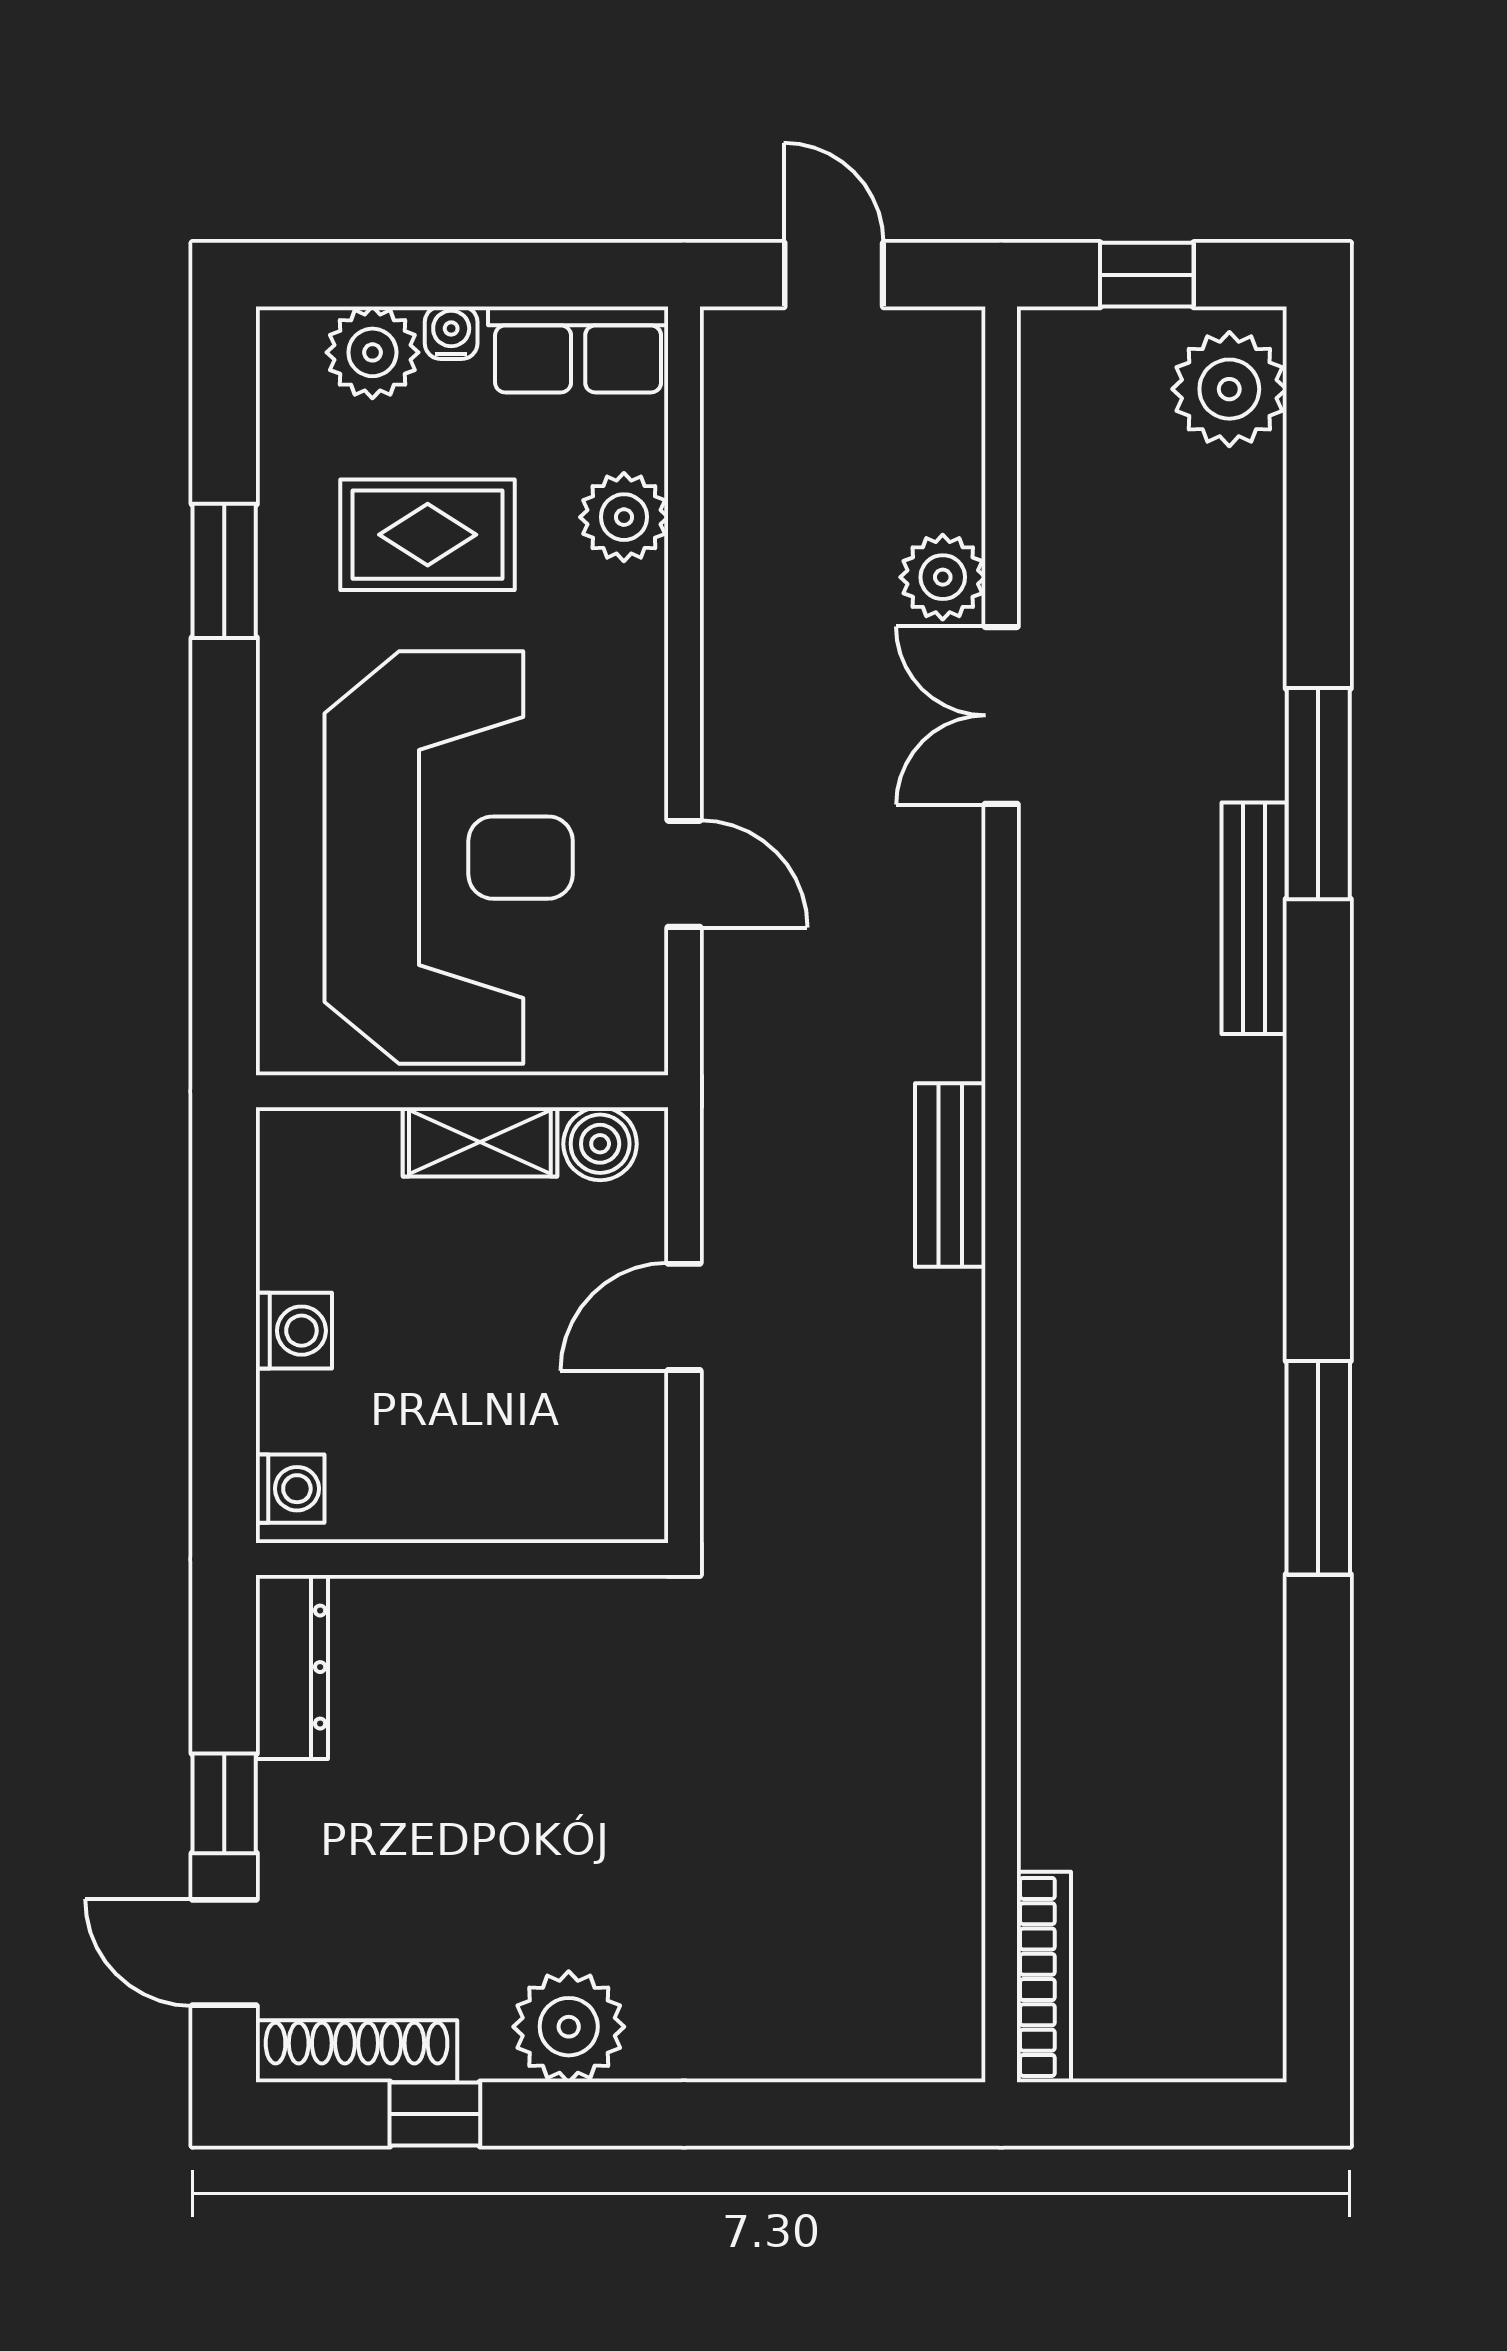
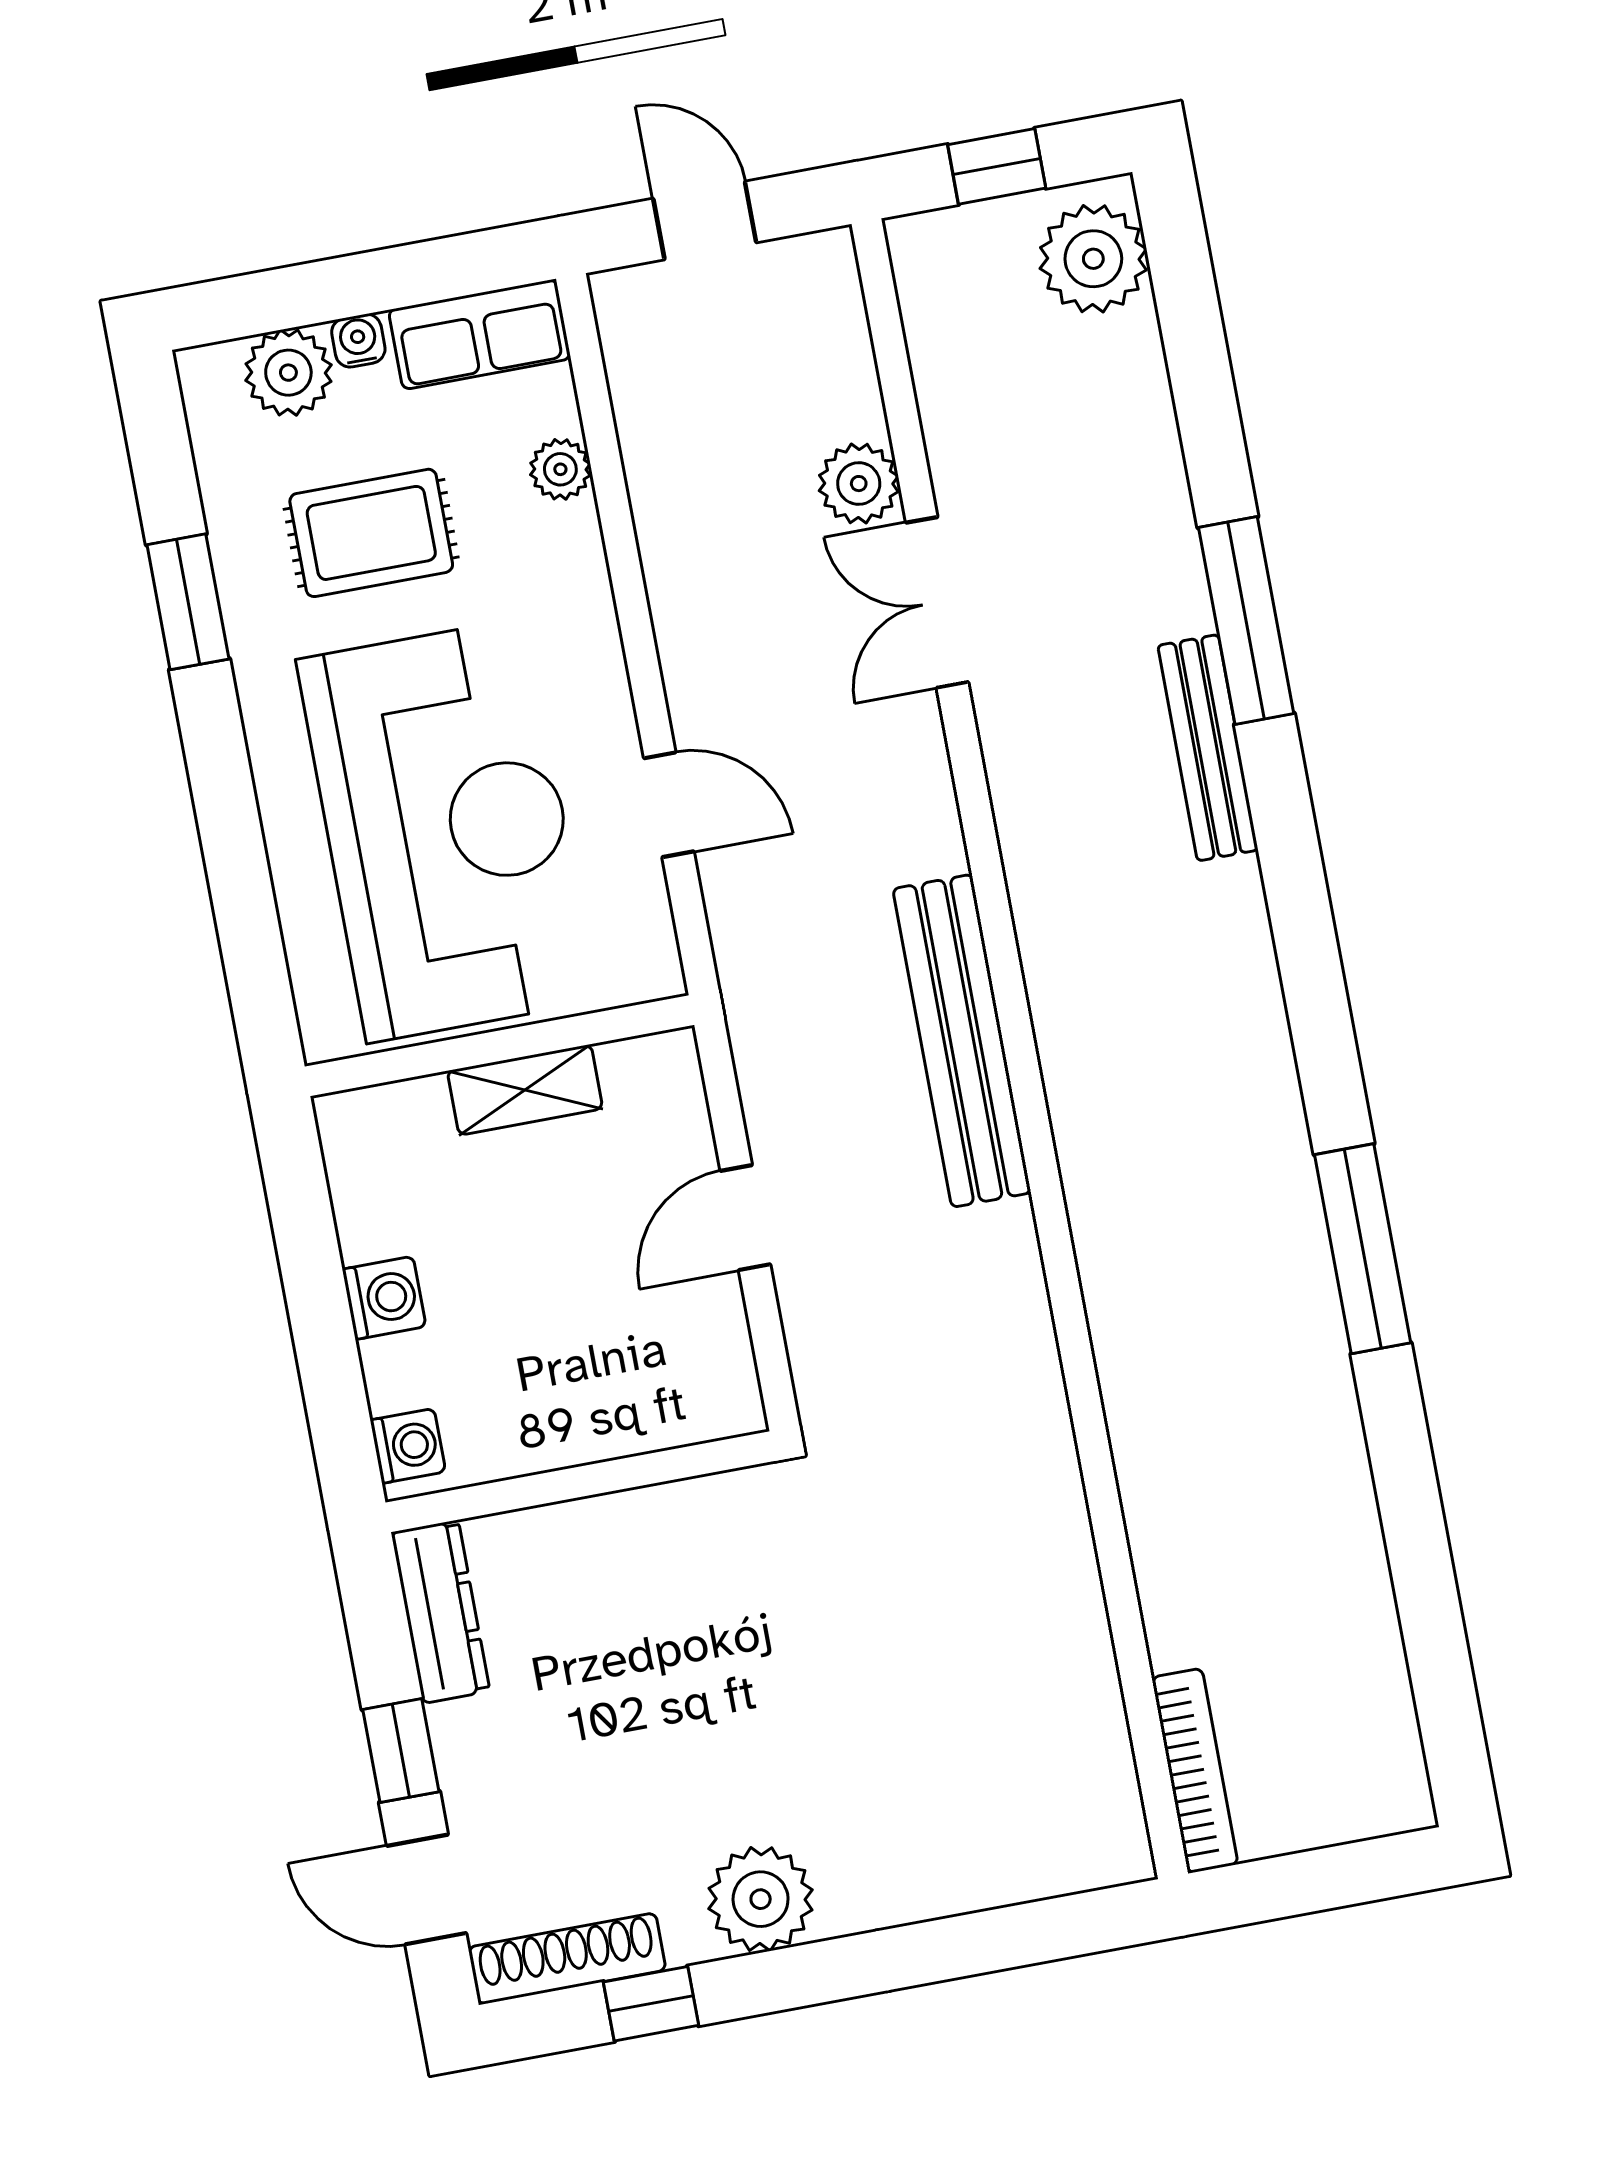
plant: (624, 517) -> (560, 469), width x0.73, depth x0.73
boiler: (600, 1144) -> (637, 1071), removed
bench: (950, 1175) -> (962, 1041), width x1.86, depth x1.21

